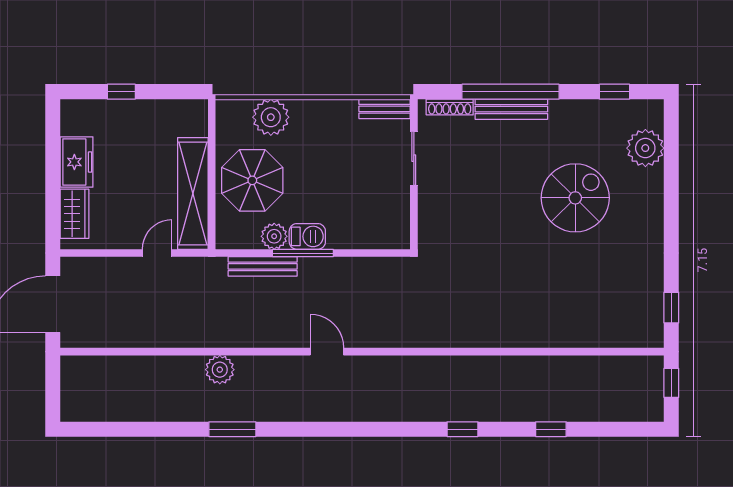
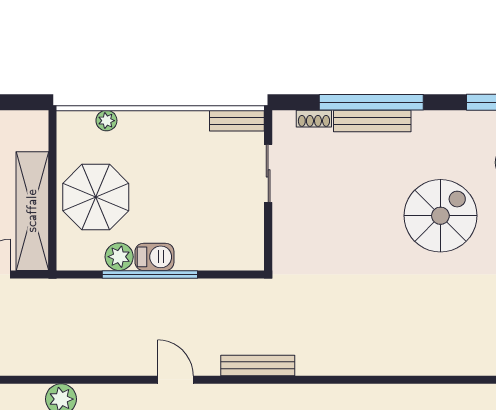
shoe rack: (450, 107) -> (314, 119), width x0.70
plant: (271, 117) -> (106, 121), width x0.53, depth x0.53
window: (303, 253) -> (150, 275), width x1.46
bench: (263, 266) -> (258, 365), moved

